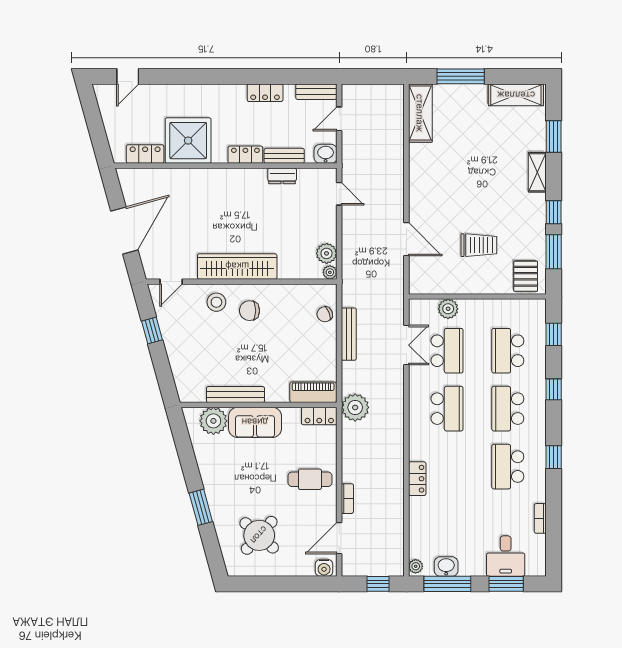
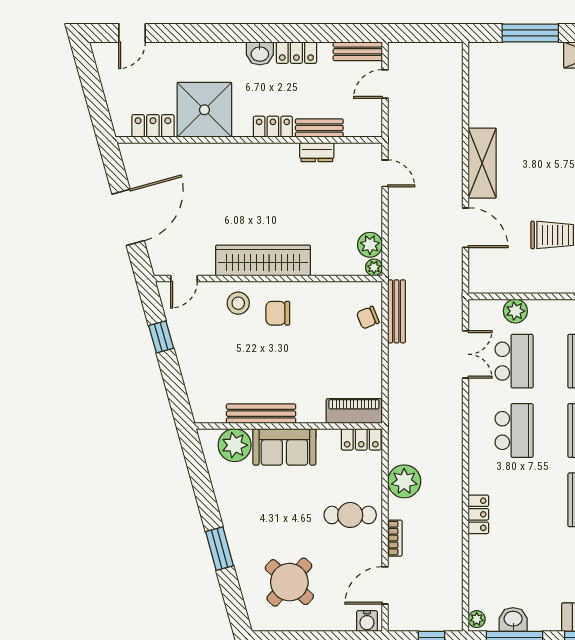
shelving: (420, 113) -> (482, 163), moved
washbasin: (326, 154) -> (260, 53), moved, turned 180
bench: (349, 334) -> (397, 311), moved
plant: (355, 407) -> (404, 481), moved

